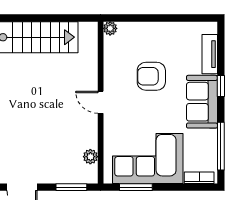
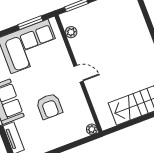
armchair: (151, 76) -> (49, 106), turned 90

